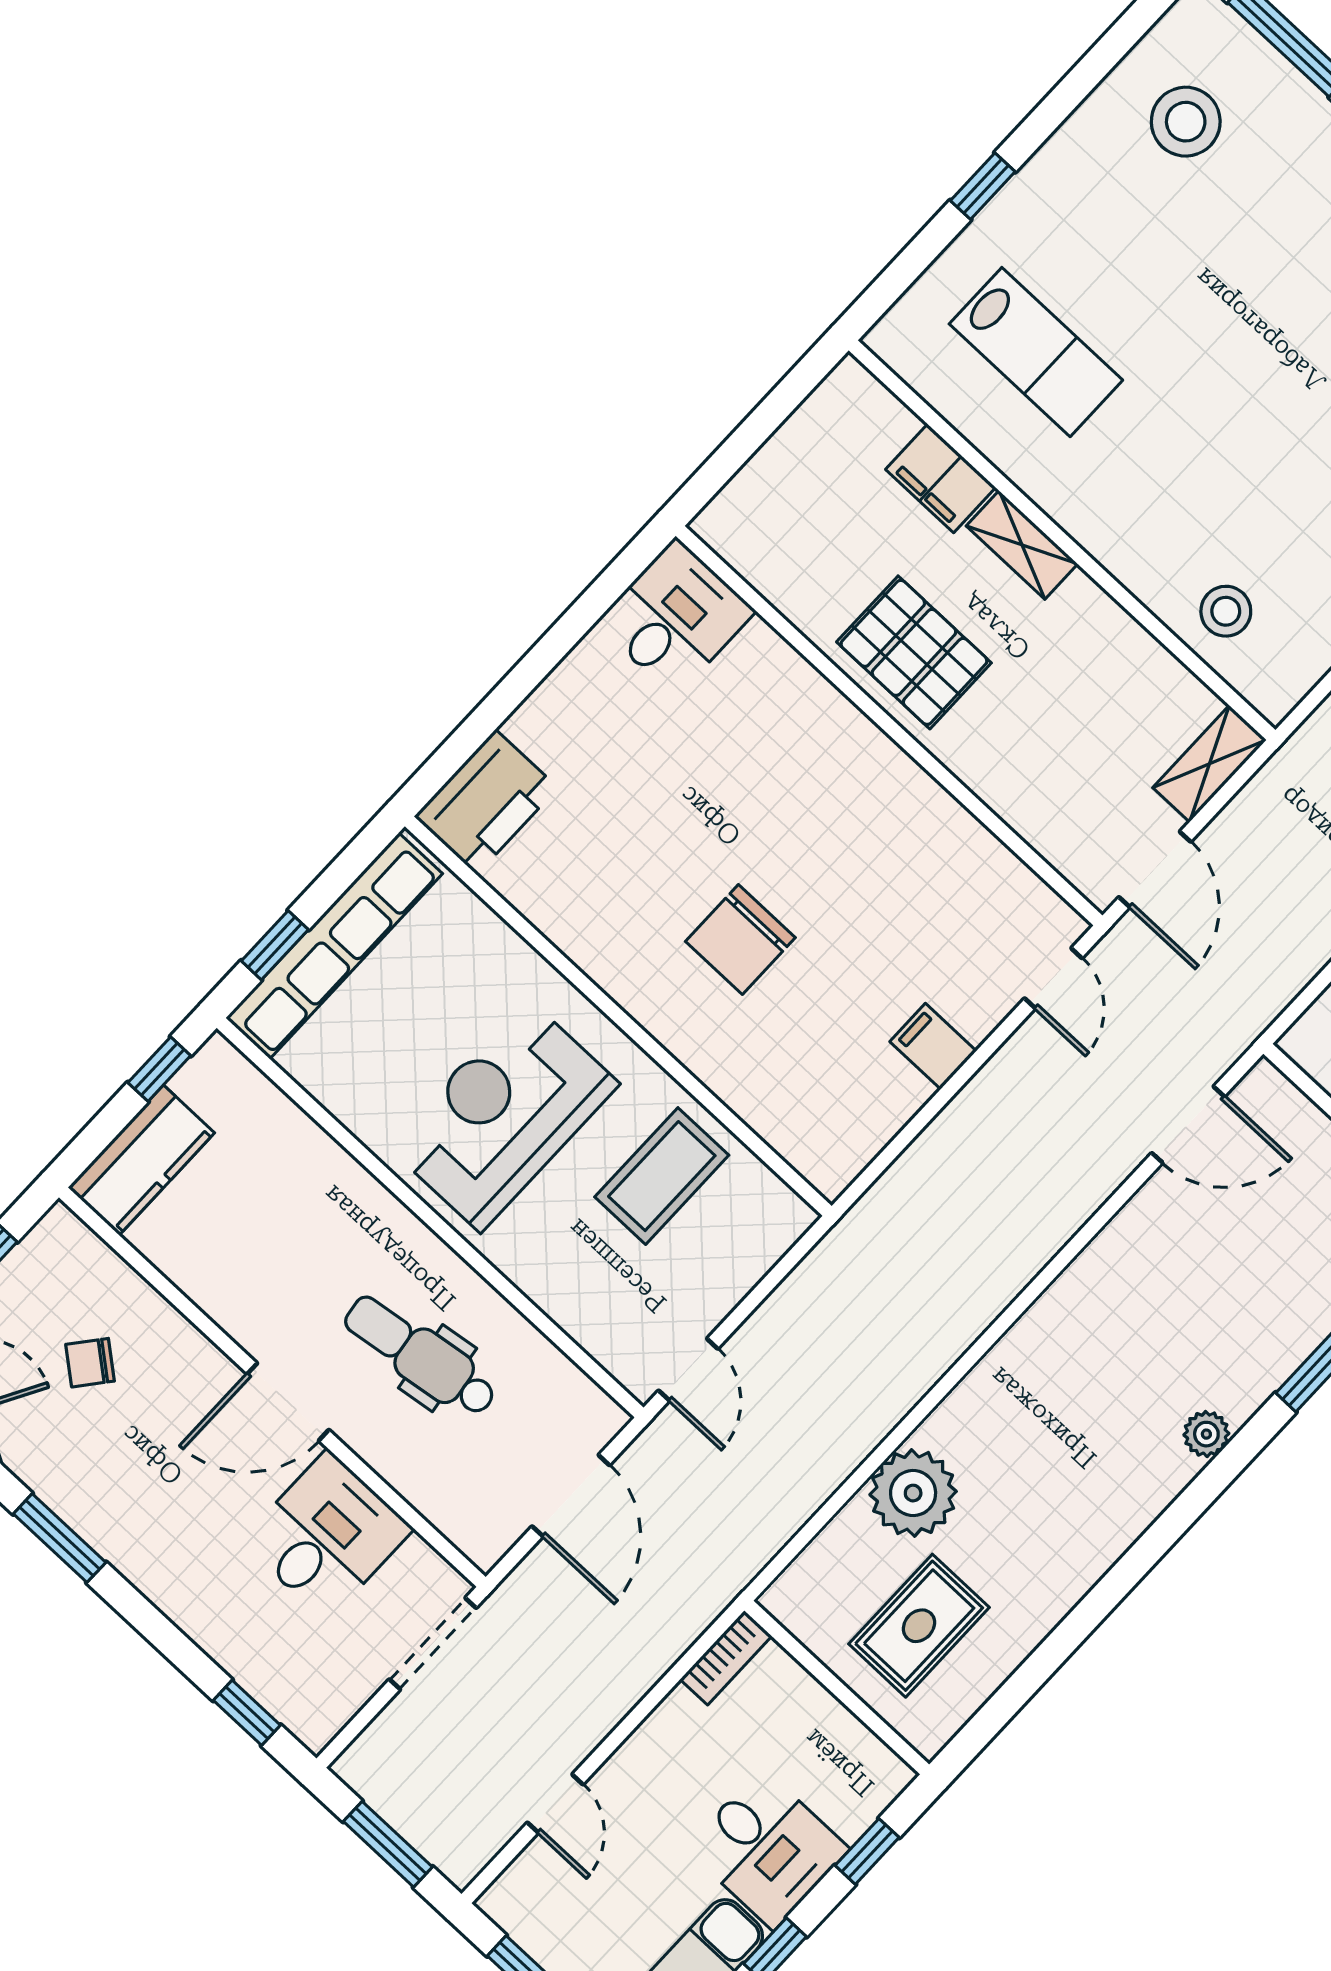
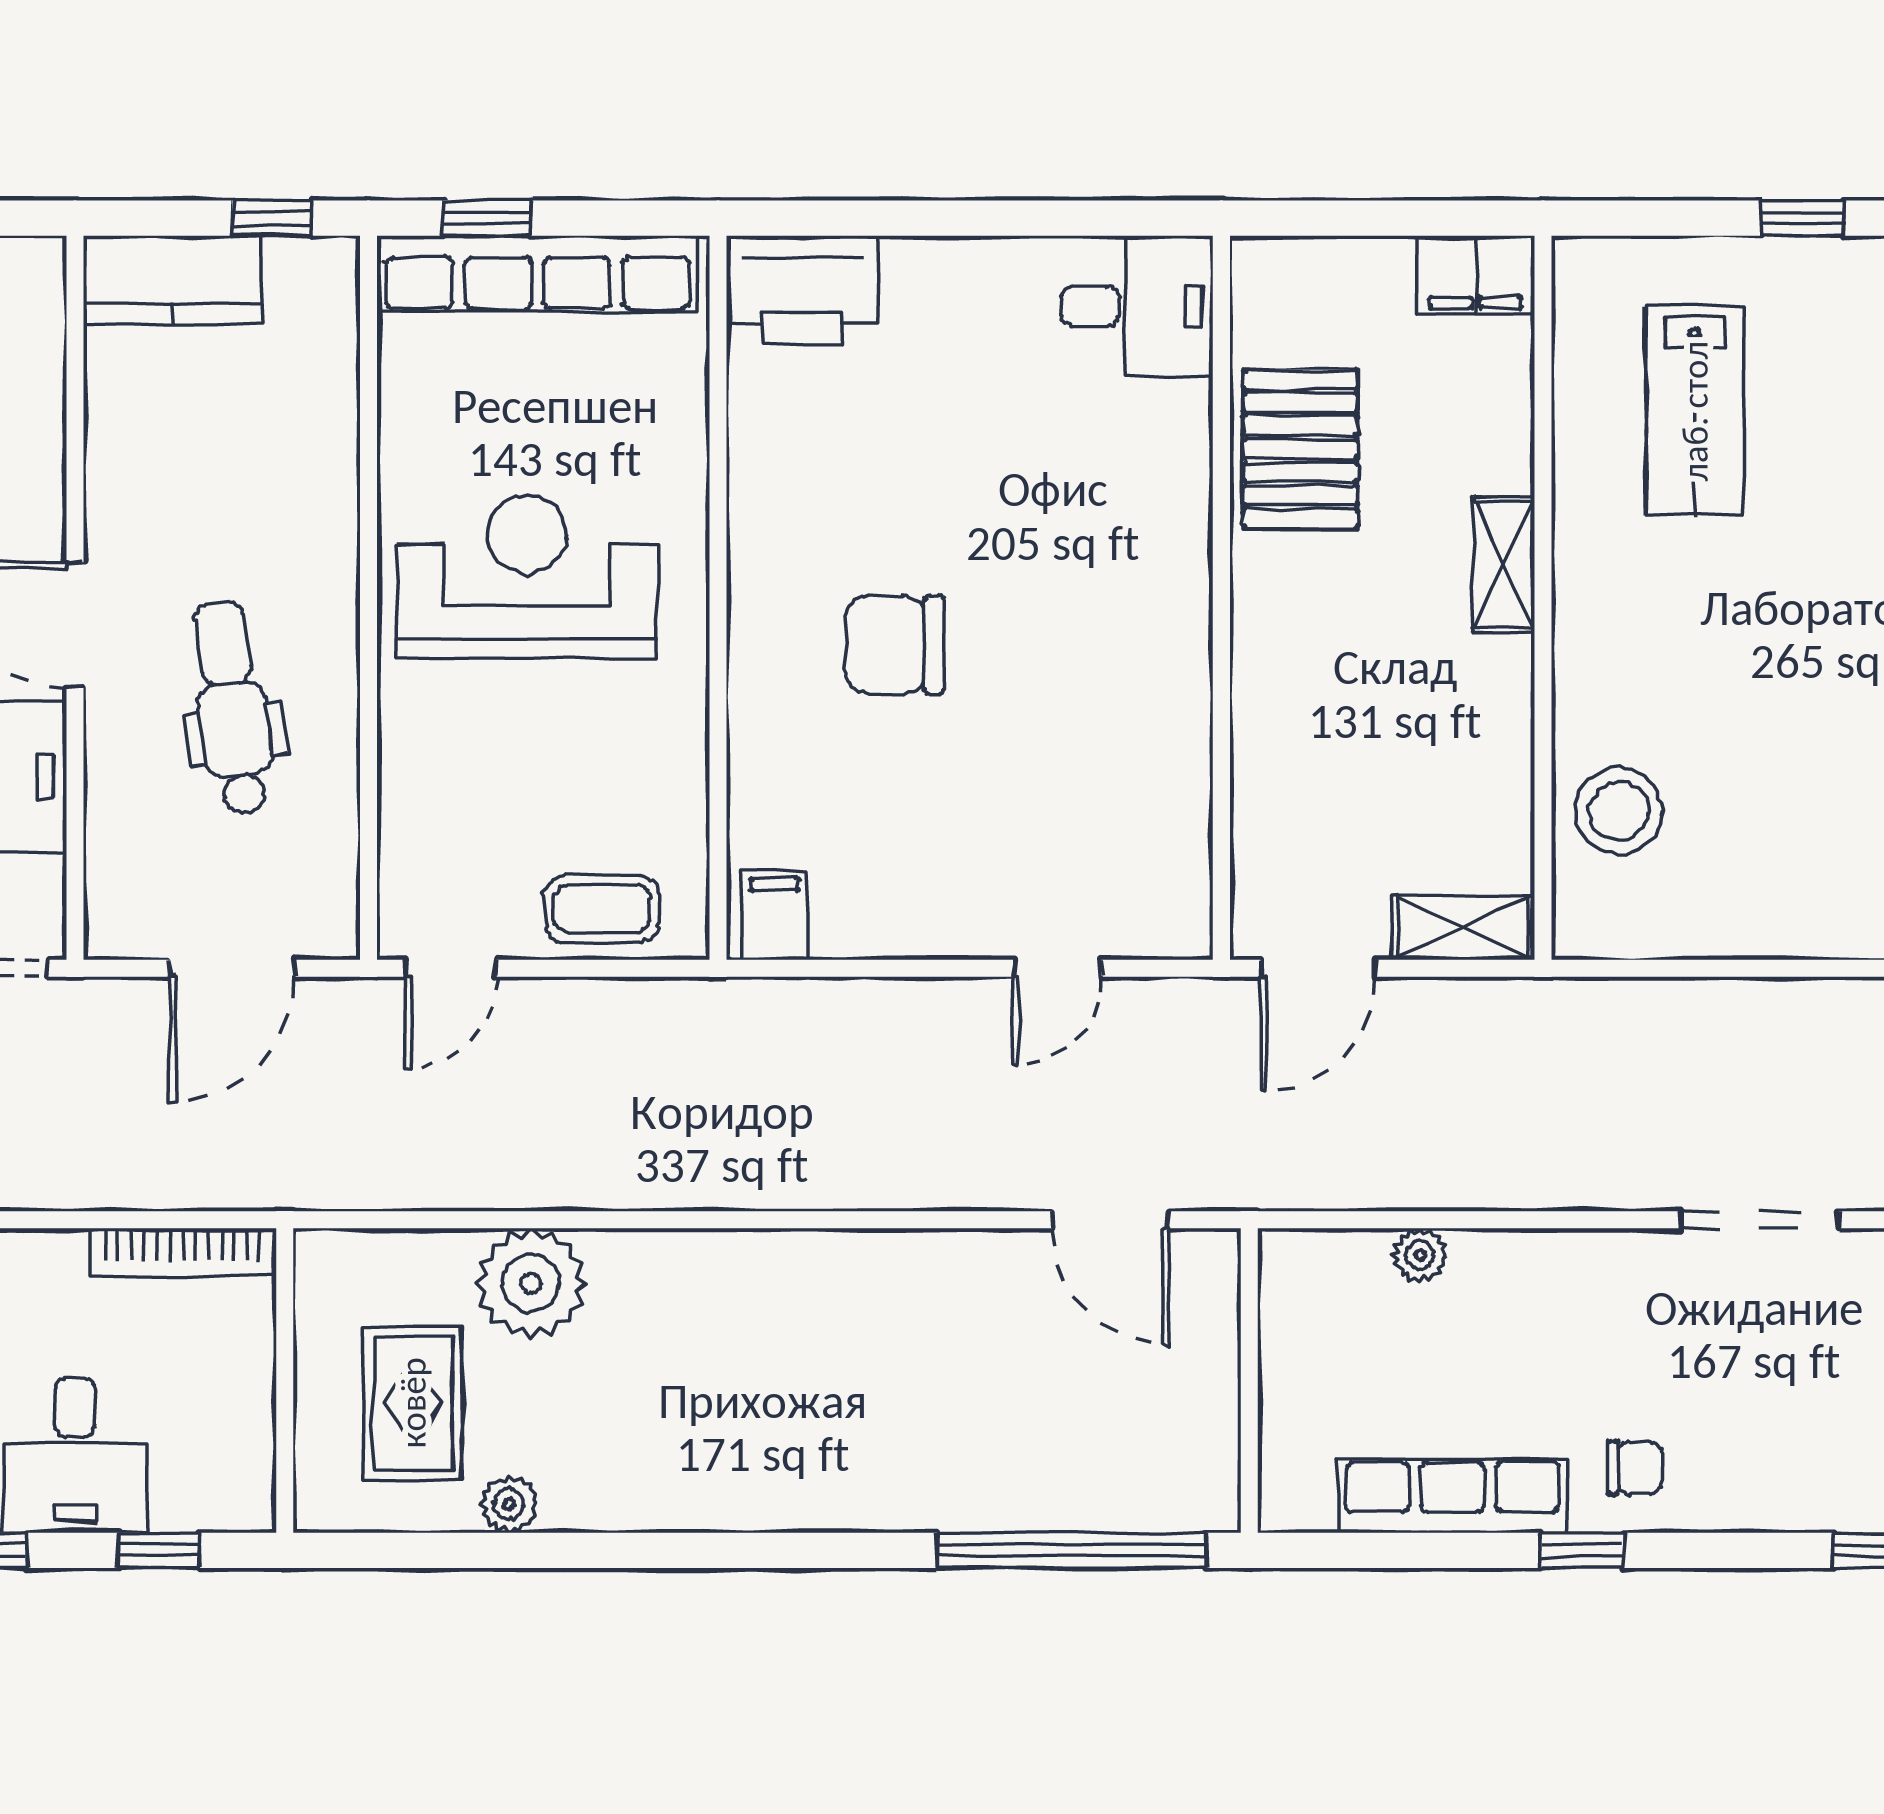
filing cabinet: (941, 478) -> (1475, 275), moved, turned -90
stool: (1226, 611) -> (1619, 811), width x1.38, depth x1.38
pallet: (914, 652) -> (1300, 449), moved
door: (1053, 978) -> (1057, 968), moved
filing cabinet: (933, 1046) -> (775, 916), moved
coffee table: (662, 1176) -> (602, 909), moved, width x0.73, depth x0.77
plant: (1206, 1434) -> (509, 1504), moved
rug: (919, 1626) -> (413, 1403), turned 90
bookcase: (726, 1658) -> (183, 1252), width x1.56

